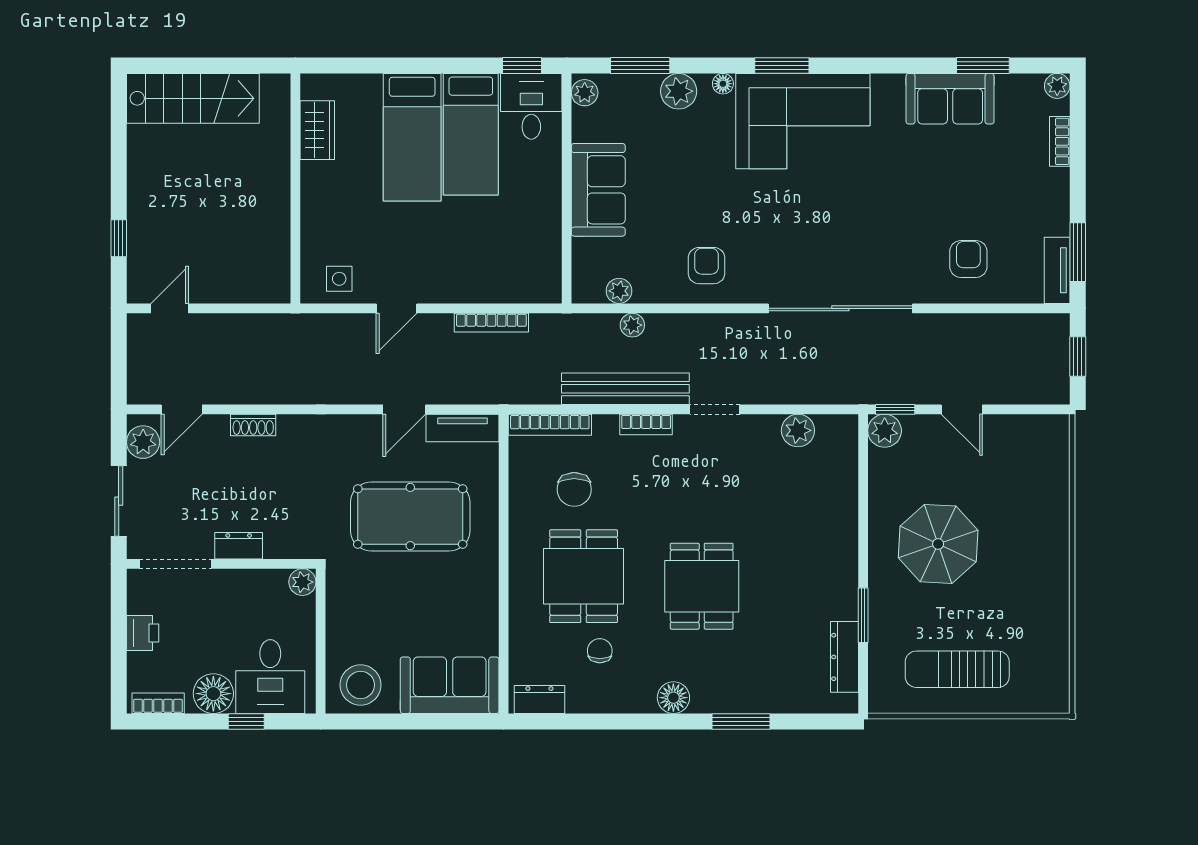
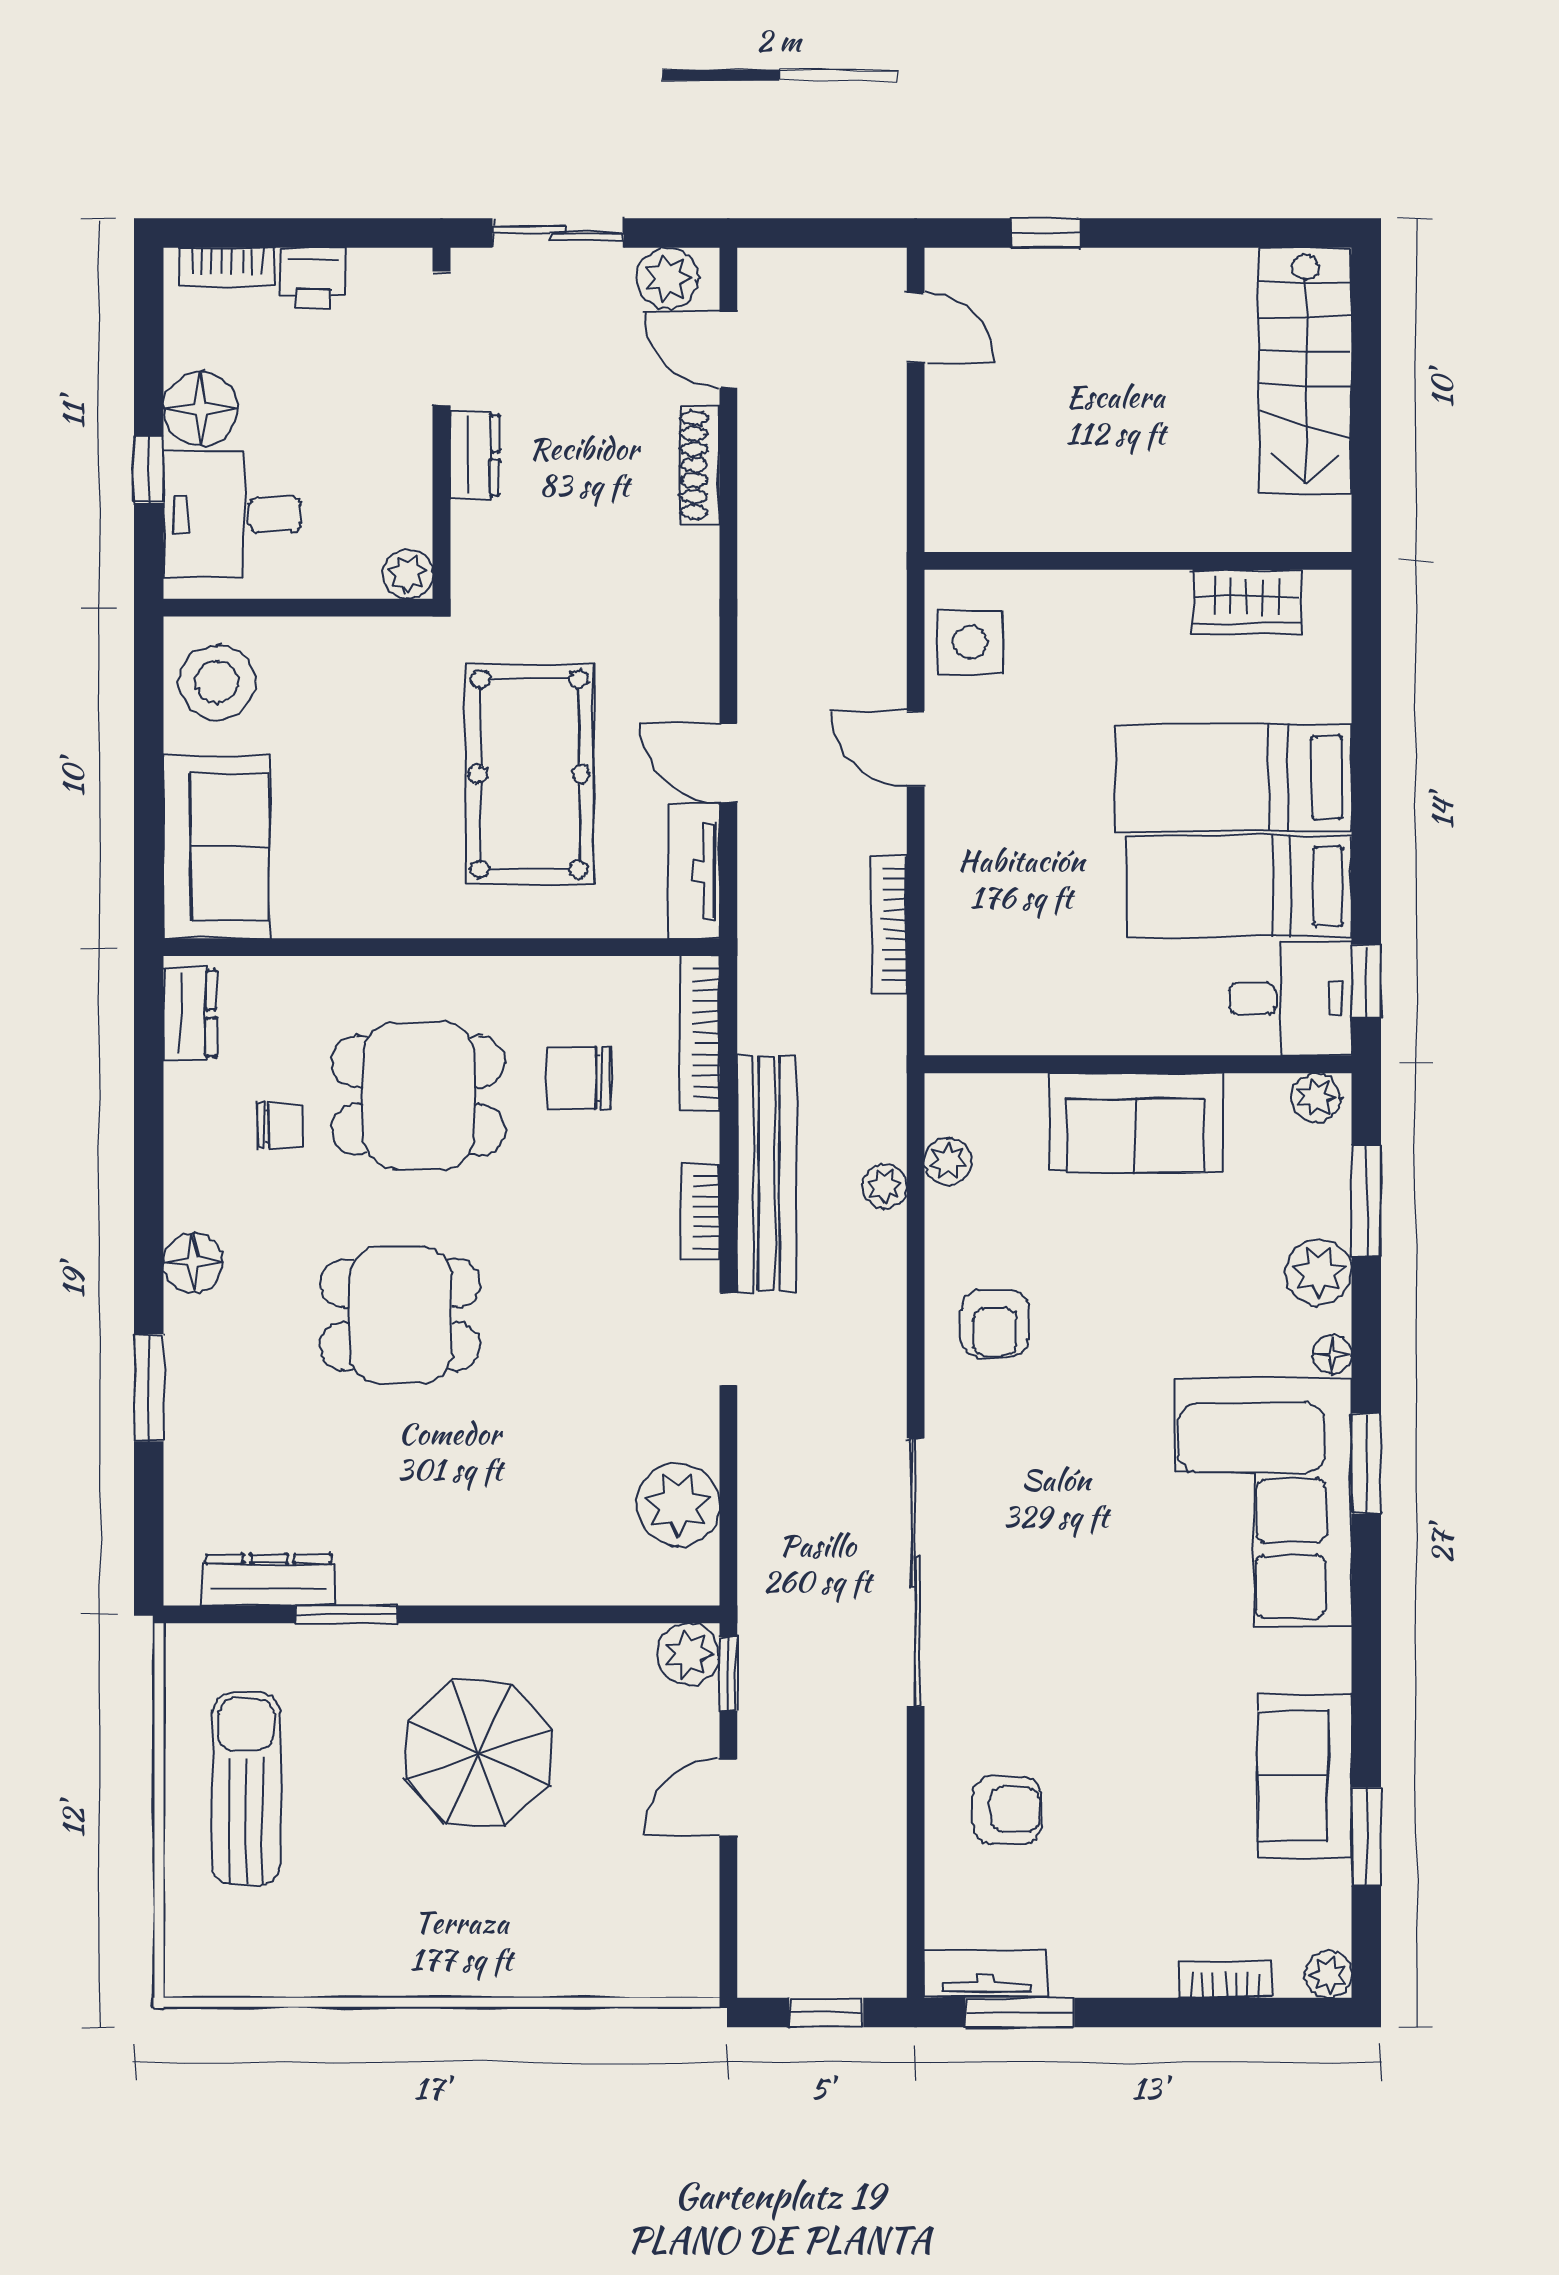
armchair: (706, 266) -> (995, 1324), turned 90
side table: (339, 279) -> (970, 642), width x1.37, depth x1.37
shoe rack: (253, 425) -> (699, 465), width x1.43
plant: (798, 430) -> (678, 1505), width x1.36, depth x1.36
bookcase: (158, 703) -> (227, 267), moved, turned 90

